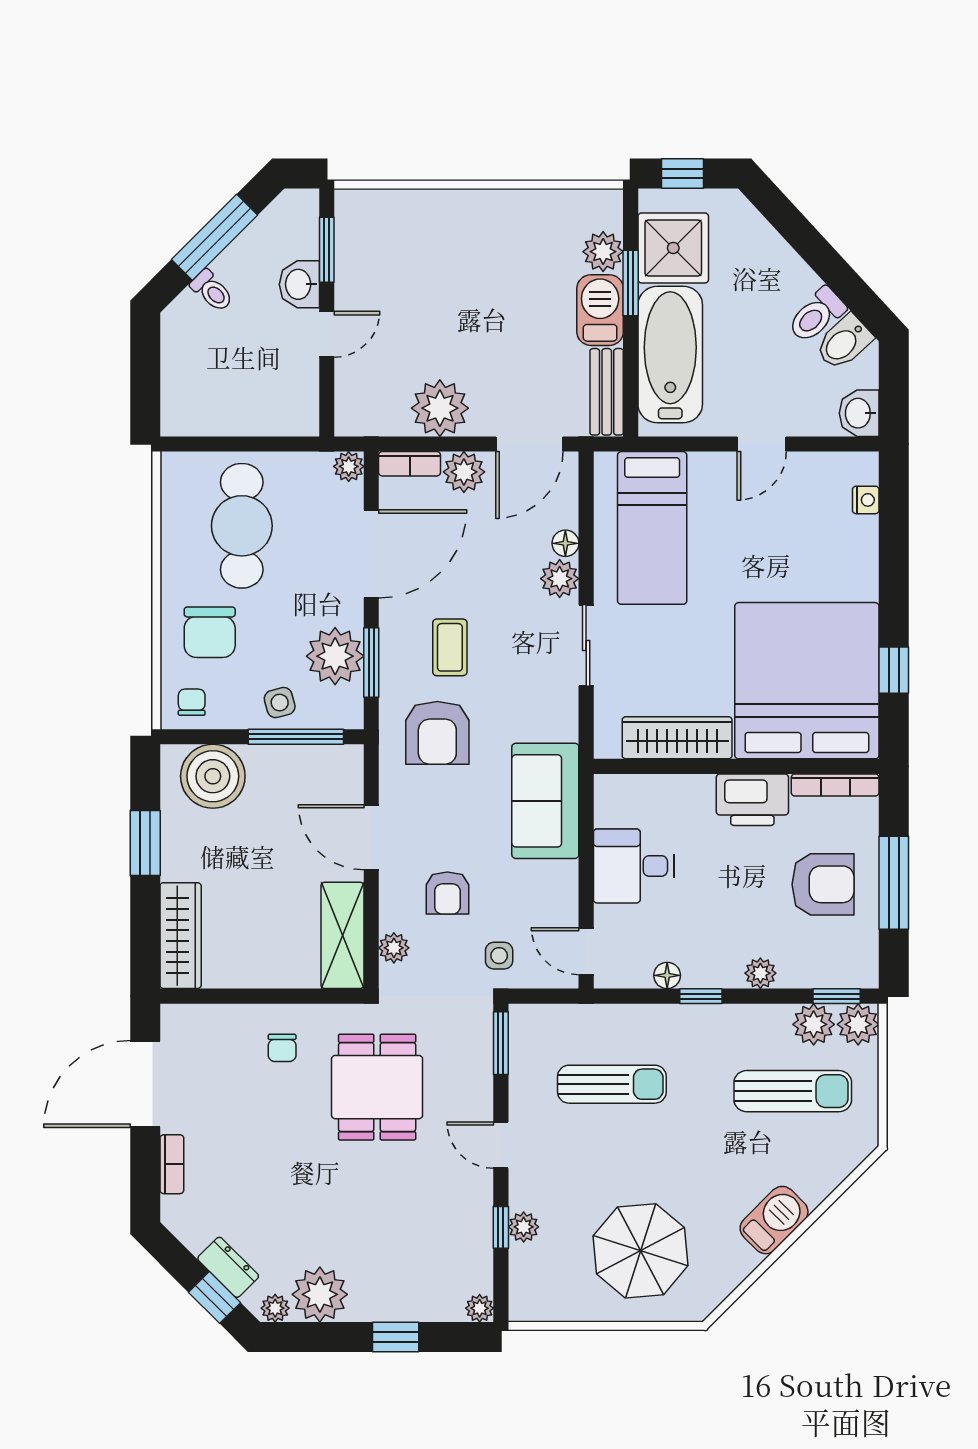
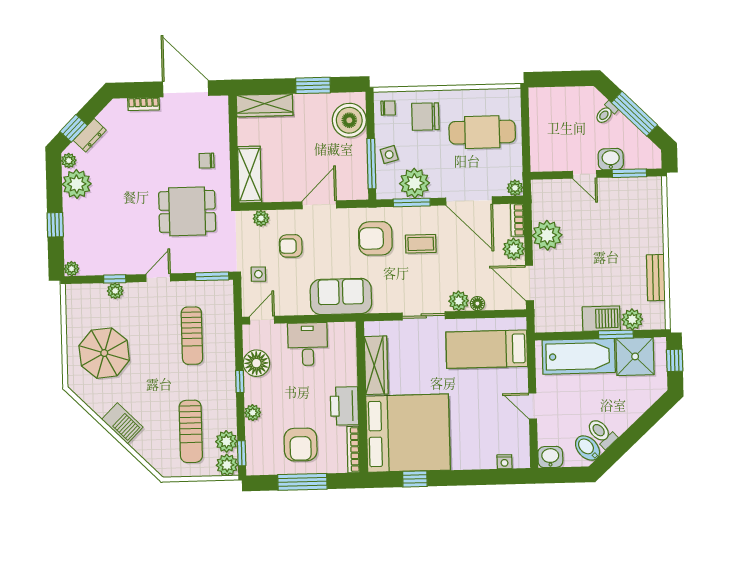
bench: (607, 392) -> (656, 278), moved, turned 90
shelving: (342, 935) -> (250, 175), moved, turned 90
floor lamp: (667, 975) -> (256, 363), width x1.89, depth x1.89

